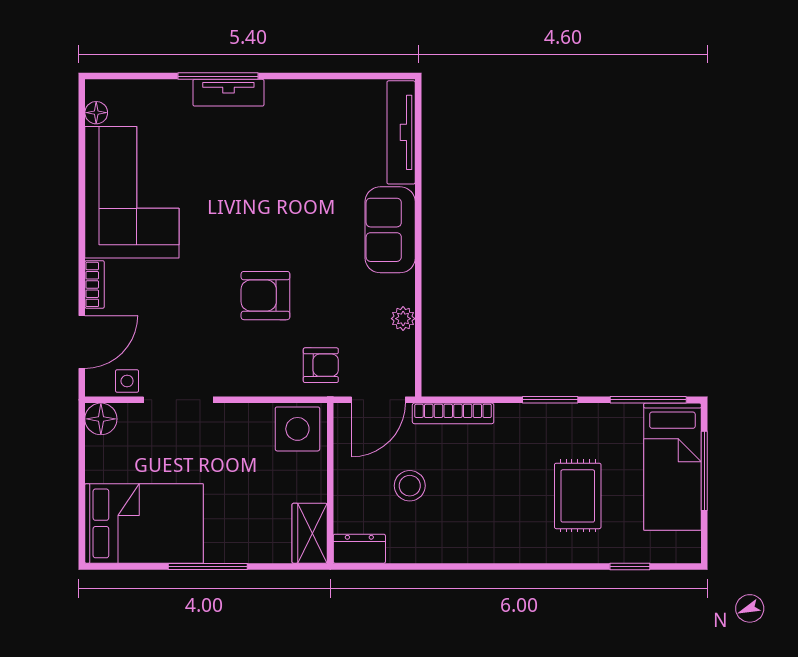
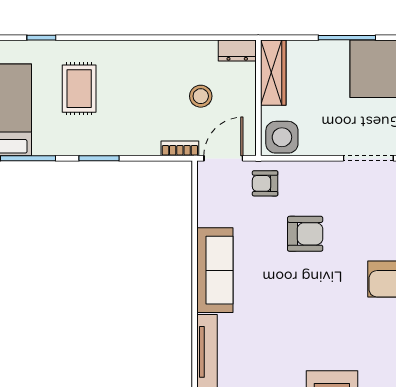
sofa: (390, 230) -> (215, 270), width x1.36
plant: (403, 319) -> (206, 217), removed
bookcase: (453, 413) -> (180, 148), width x0.64
wardrobe: (310, 533) -> (273, 73), width x1.50

